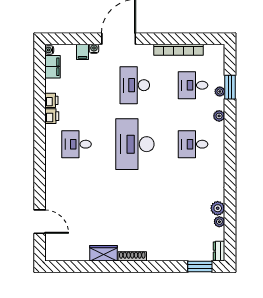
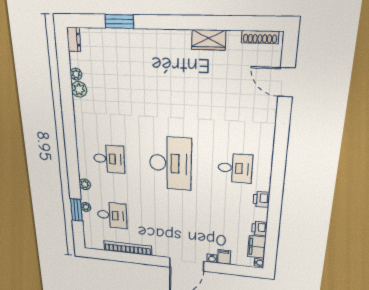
desk: (135, 85) -> (170, 221), removed
printer: (51, 100) -> (259, 229), moved
shoe rack: (132, 256) -> (260, 37), moved
window: (200, 267) -> (119, 21), moved

